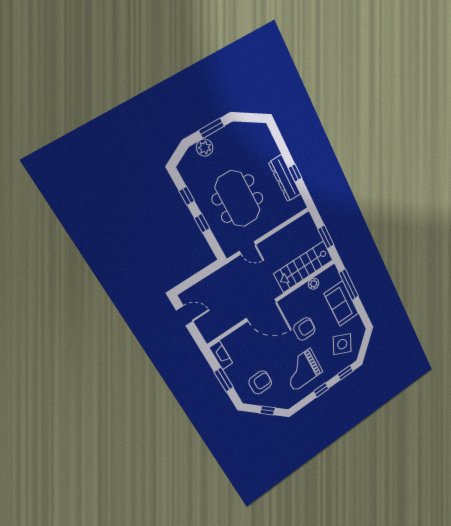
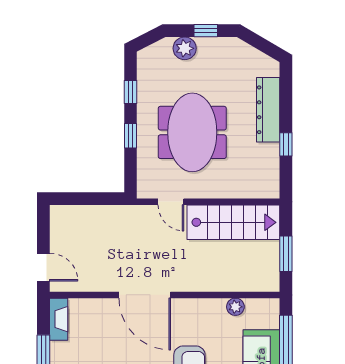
window: (211, 128) -> (206, 31), width x0.67
dresser: (285, 178) -> (268, 110), moved
stairs: (304, 267) -> (233, 222), moved, turned 180
door: (185, 316) -> (43, 267), moved

